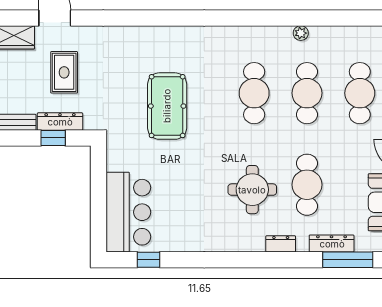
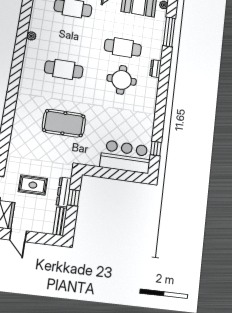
cafe table: (307, 93) -> (68, 38), removed
dresser: (332, 244) -> (159, 39), removed

